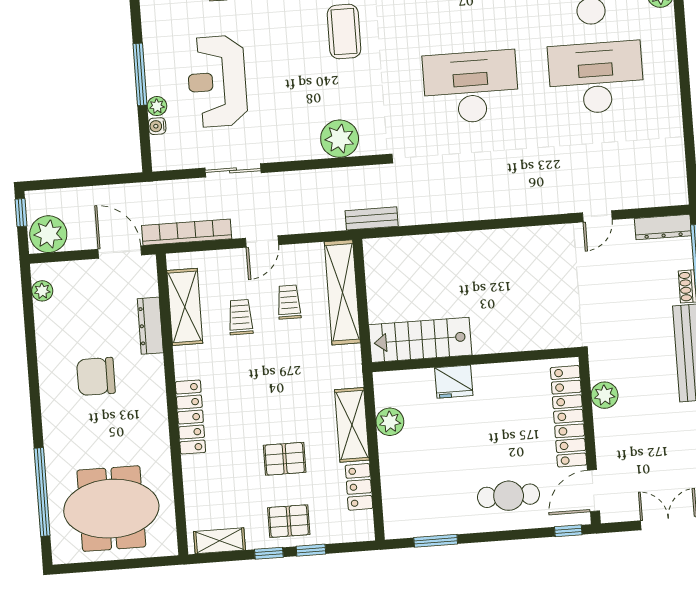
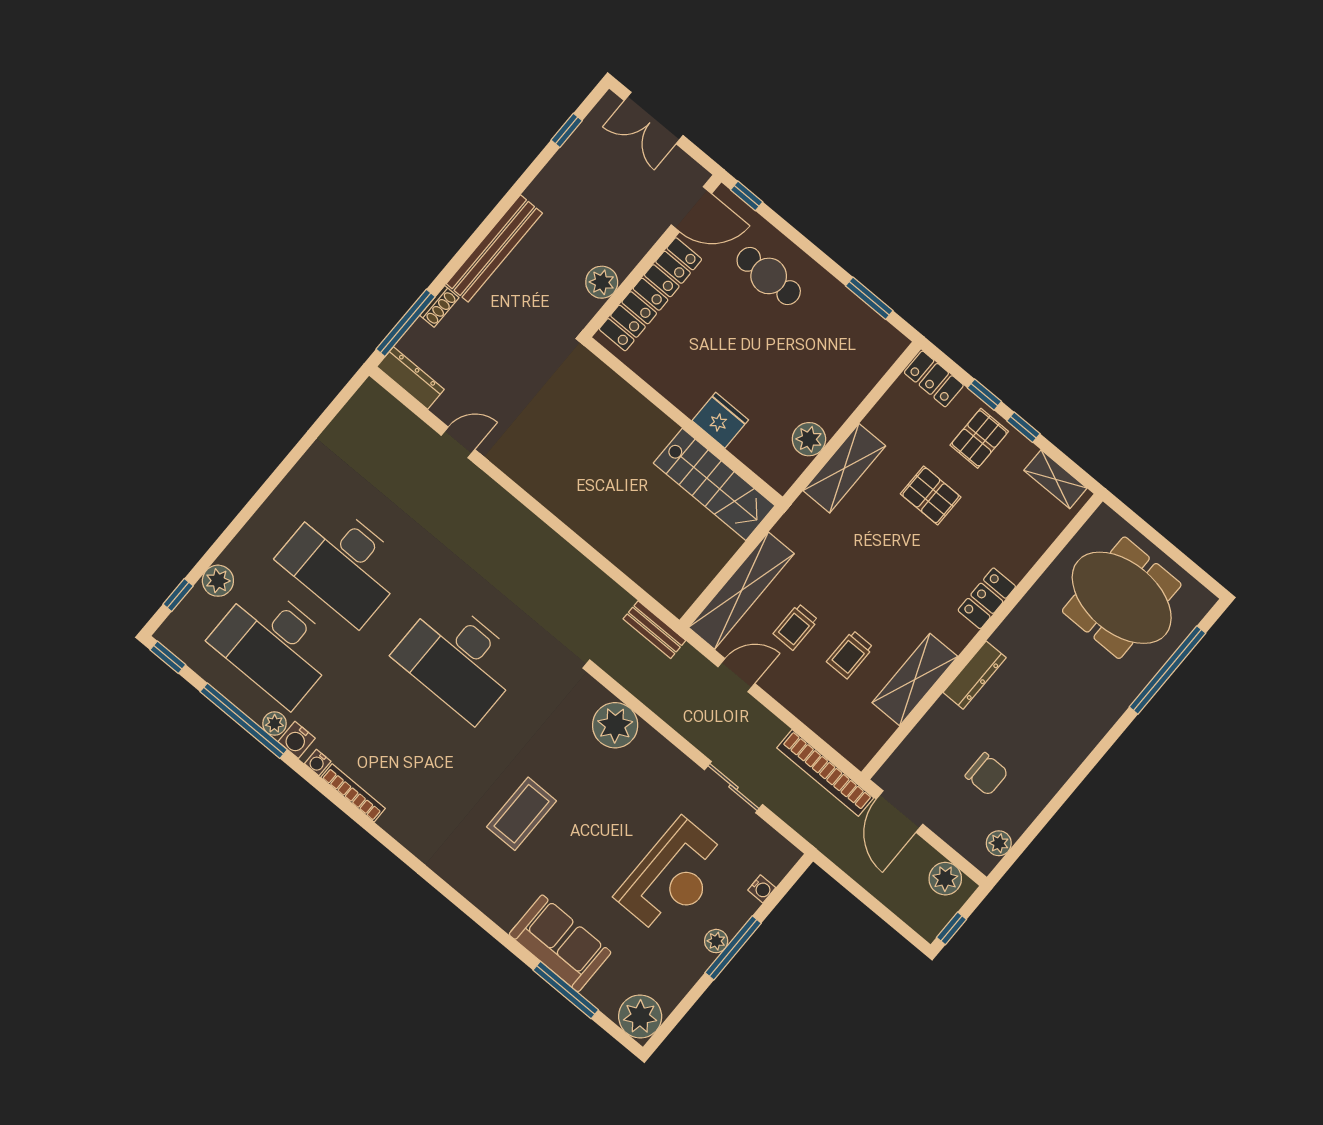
plant: (157, 106) -> (716, 941), moved
plant: (48, 234) -> (945, 879), width x0.73, depth x0.73
door: (262, 241) -> (736, 675), moved
shelving: (185, 307) -> (915, 680), moved
dresser: (150, 326) -> (975, 675), moved
chair: (96, 376) -> (987, 774), moved, width x0.73, depth x0.73
locker: (190, 417) -> (987, 598), width x0.66
locker: (359, 487) -> (934, 379), moved, turned 90
pallet: (289, 521) -> (979, 438), turned 90

